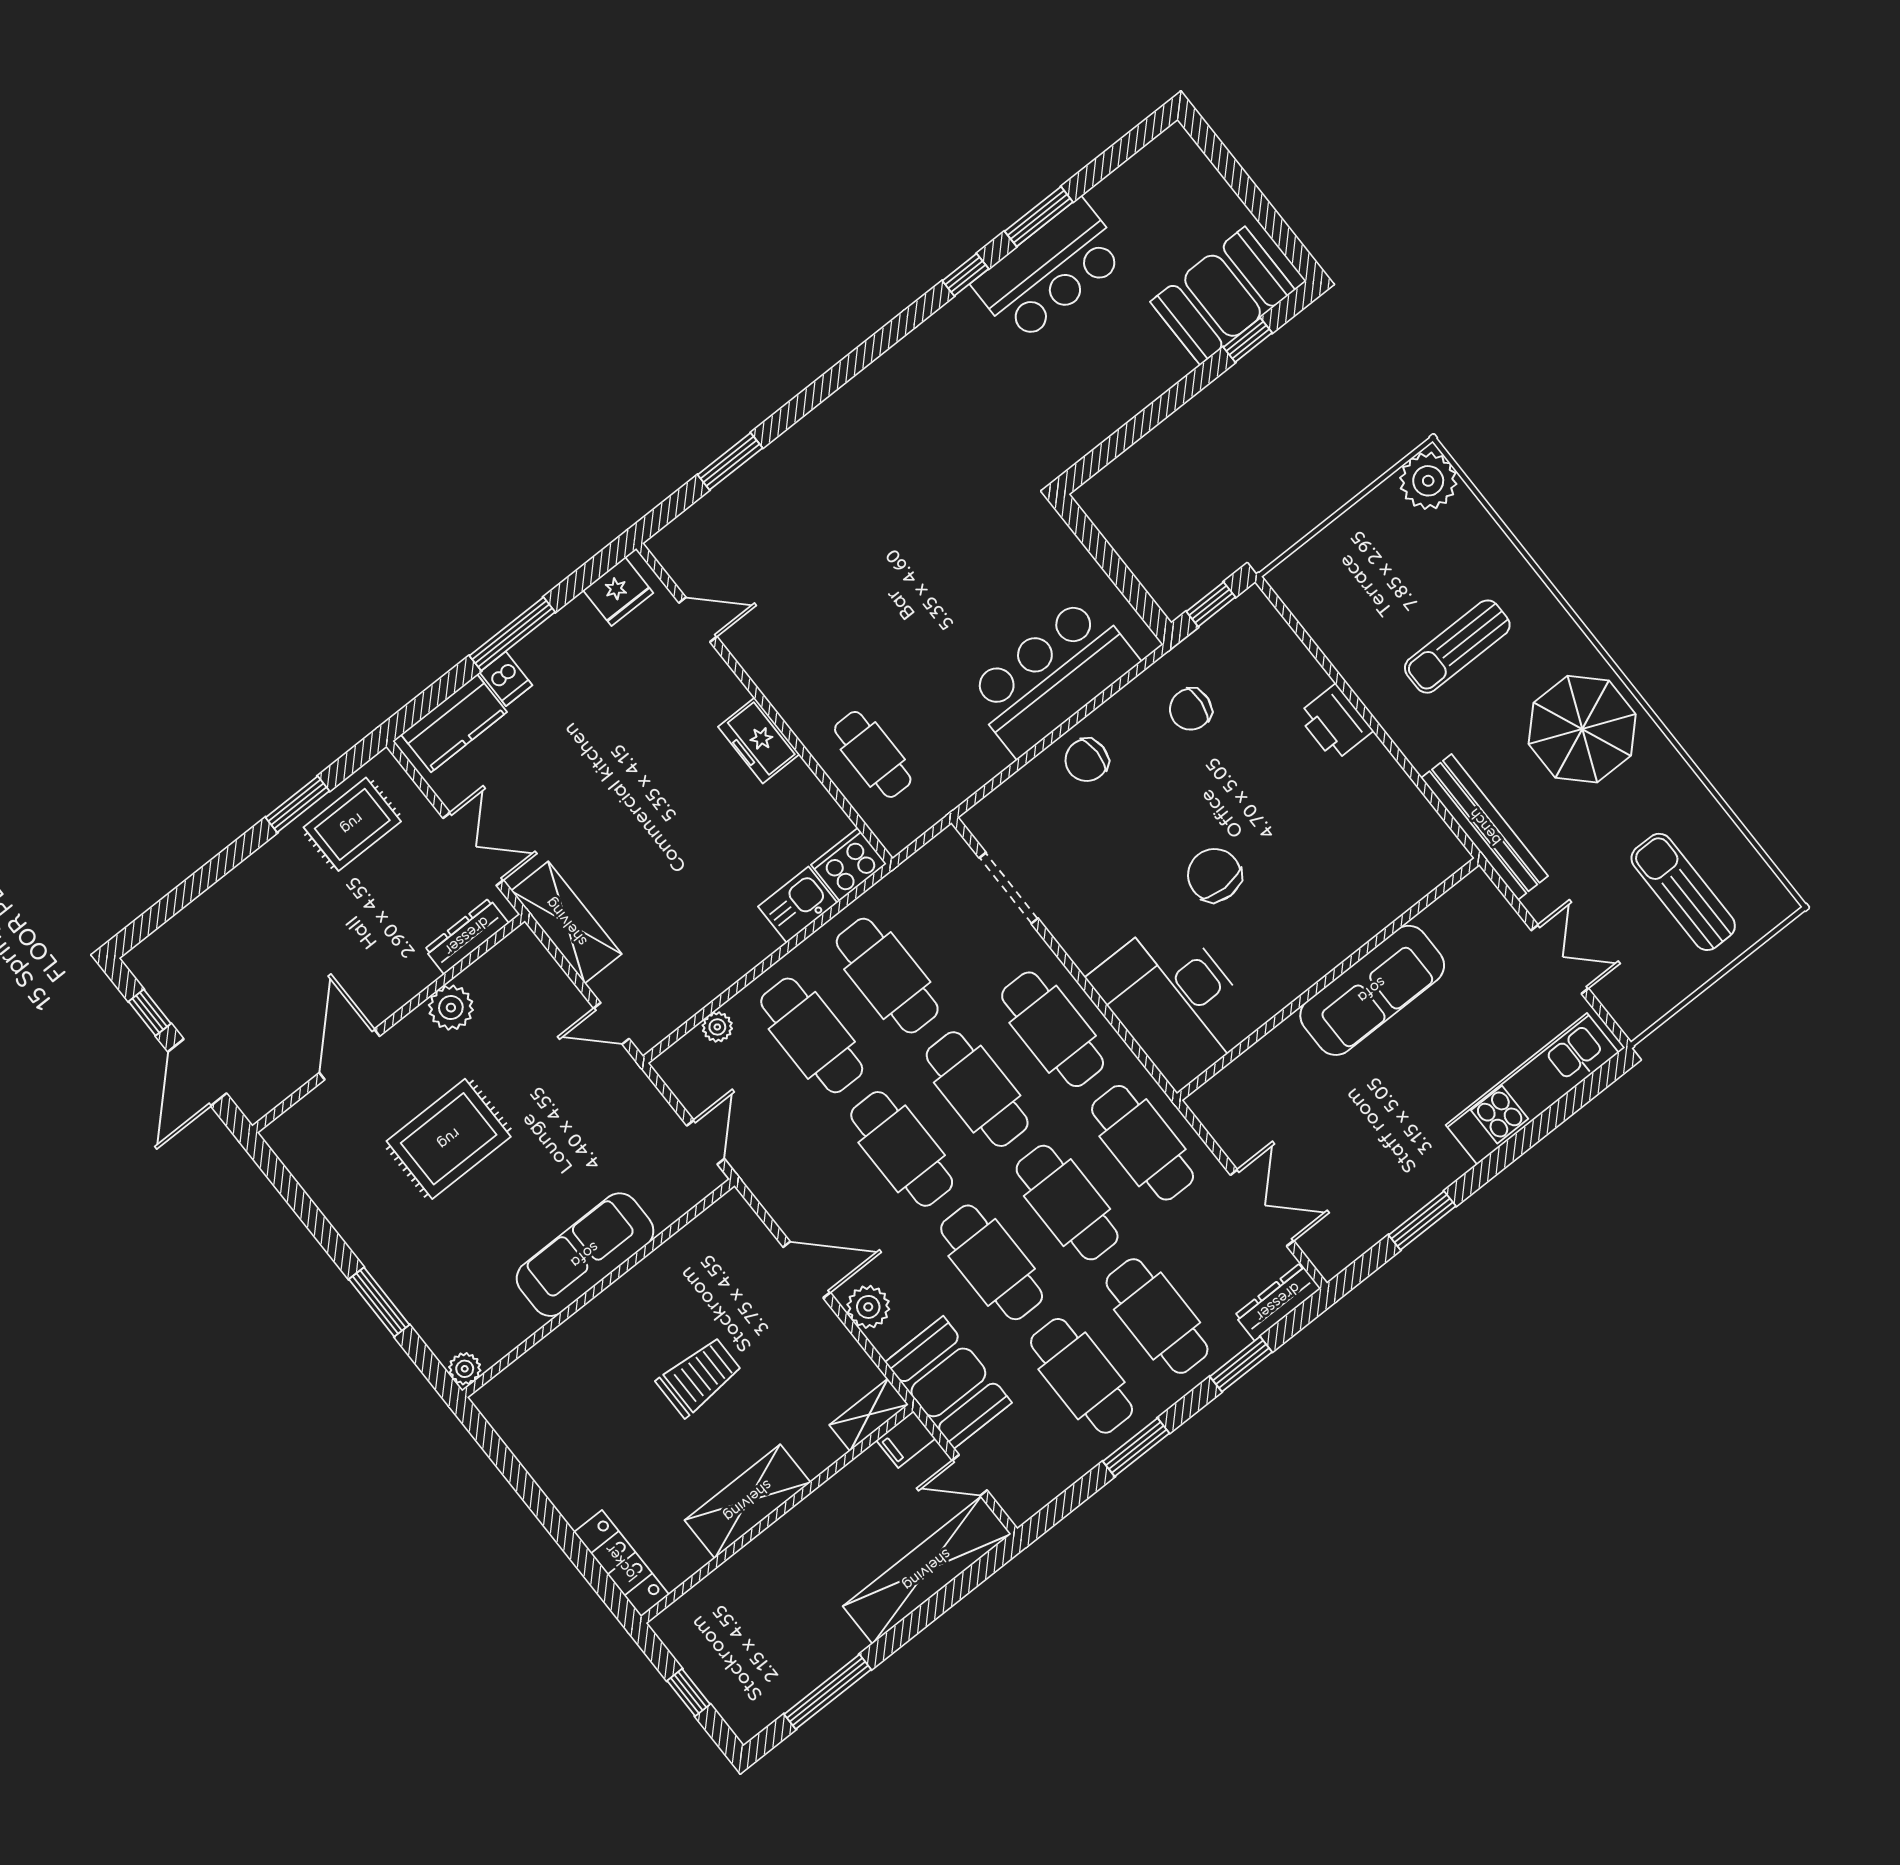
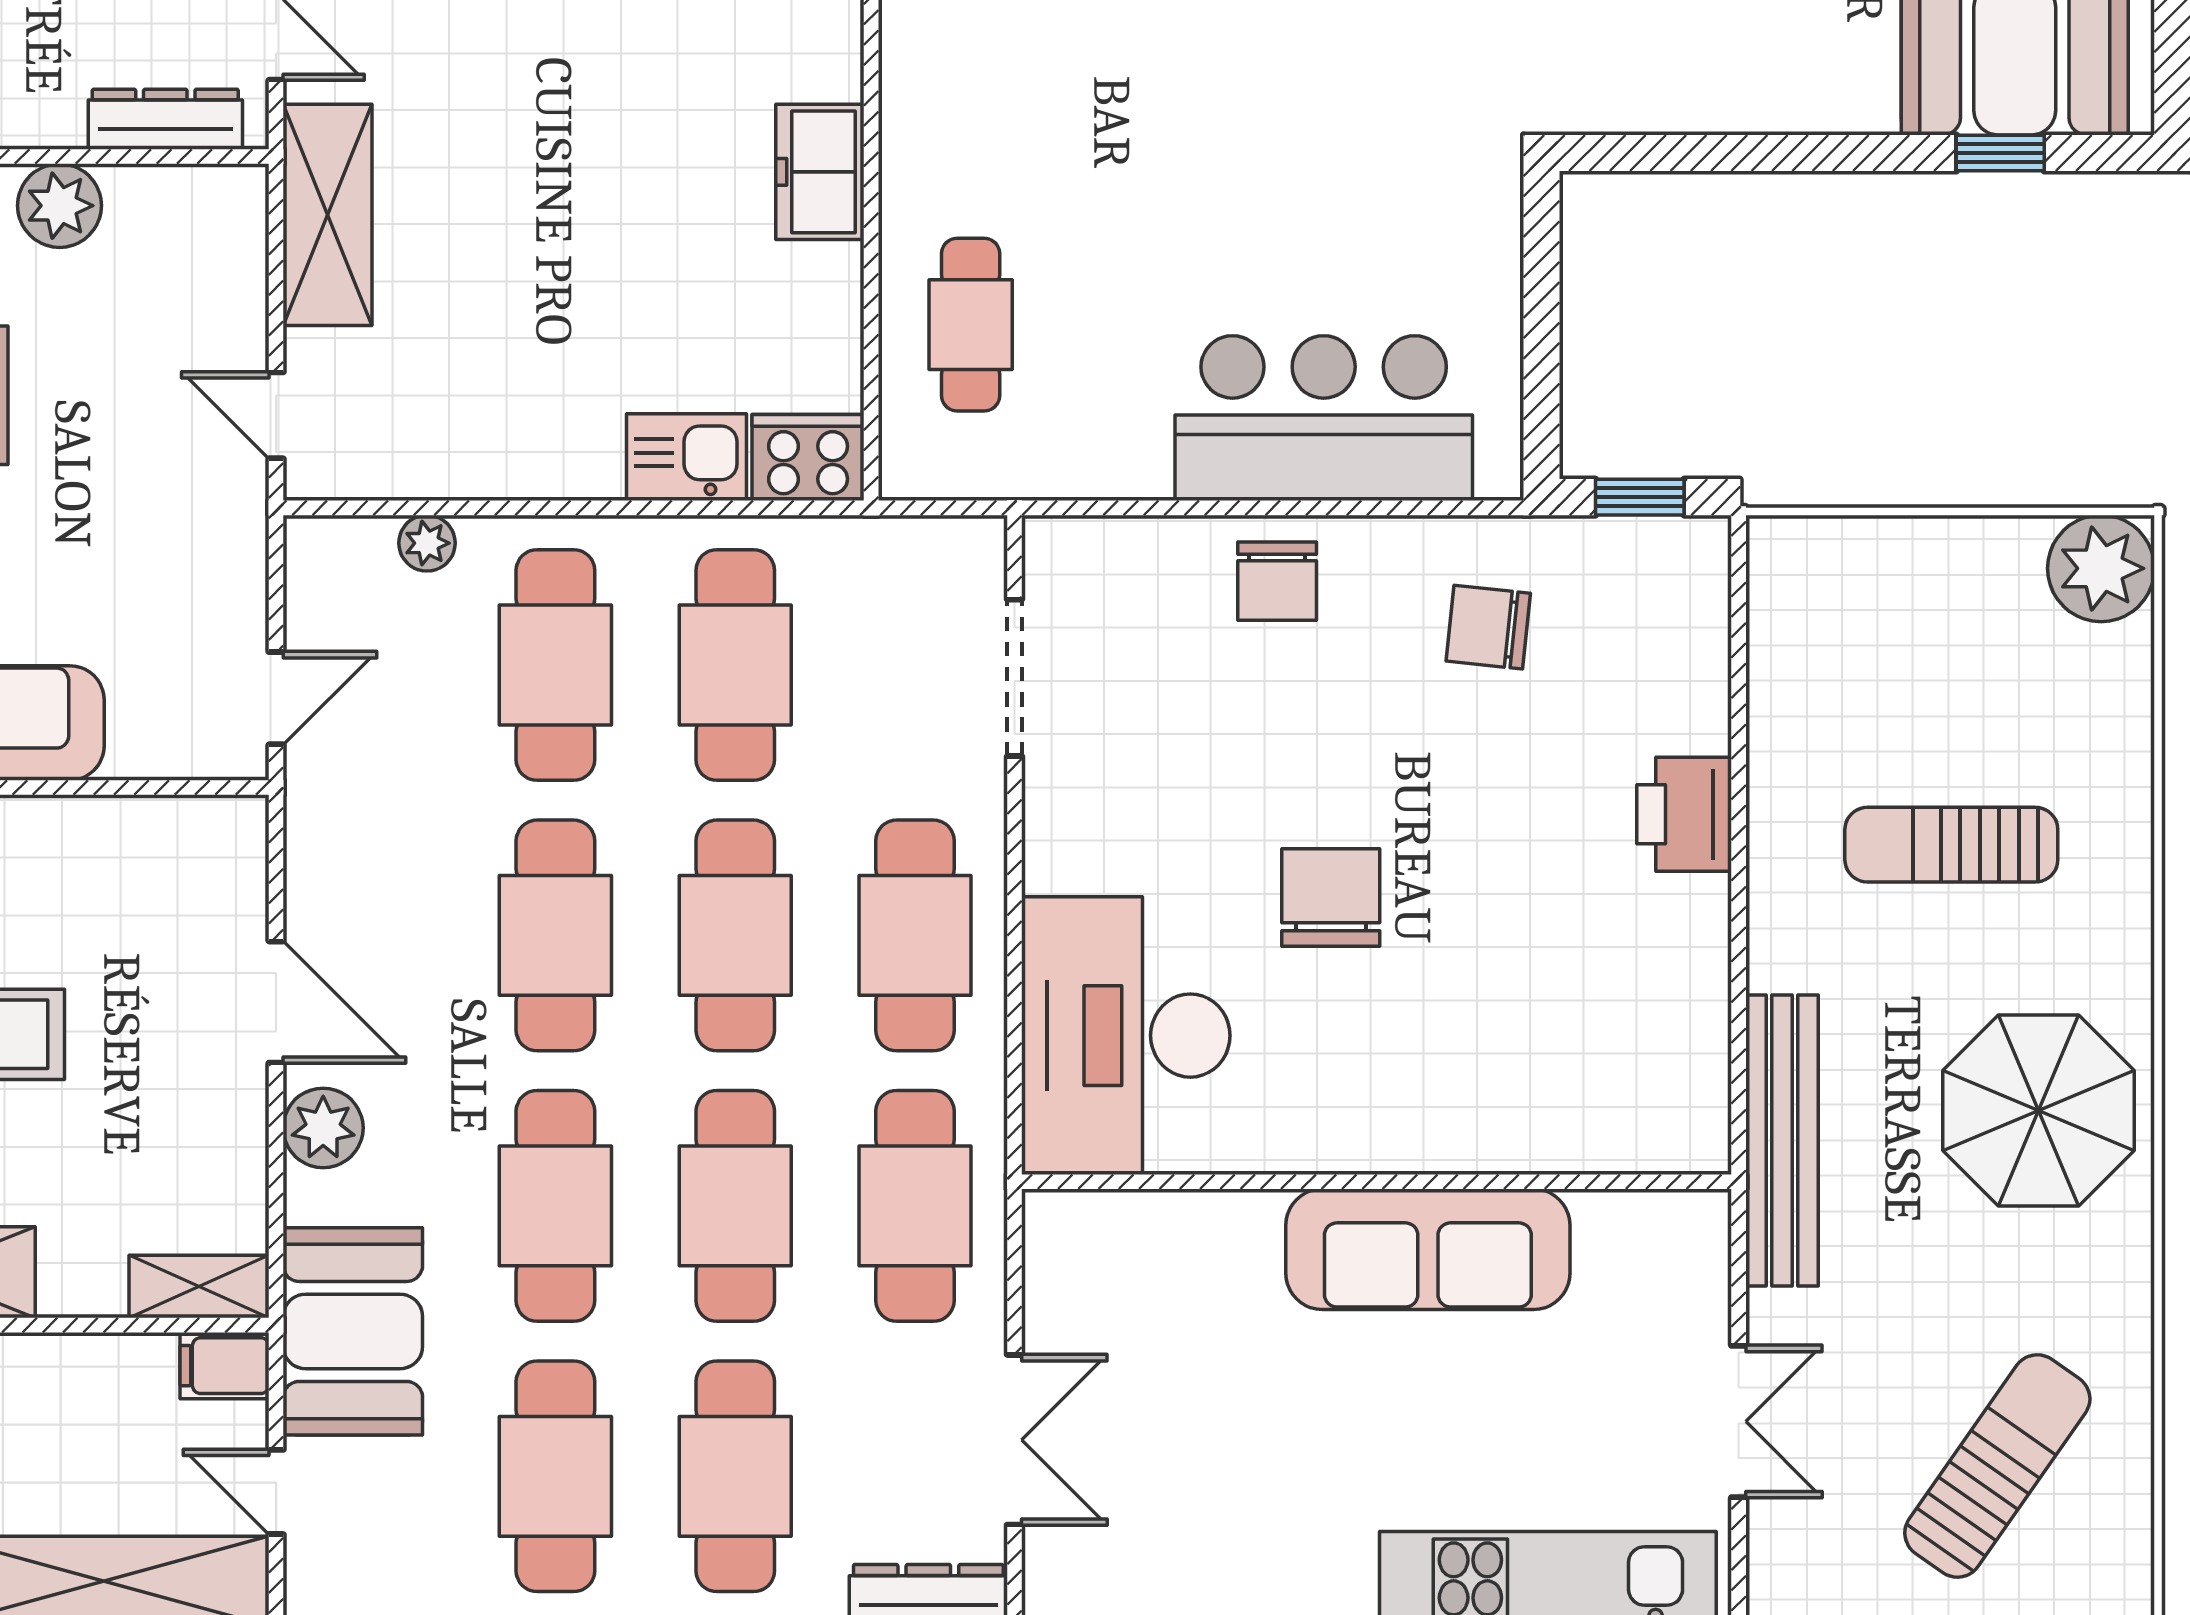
chair: (1087, 760) -> (1277, 581), turned -90
sun lounger: (1683, 892) -> (1997, 1466), turned 35

